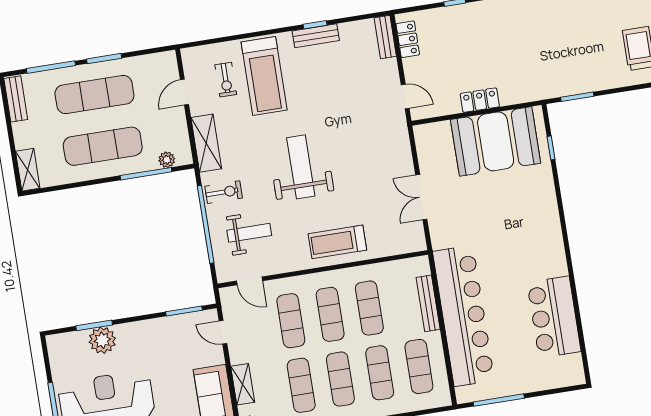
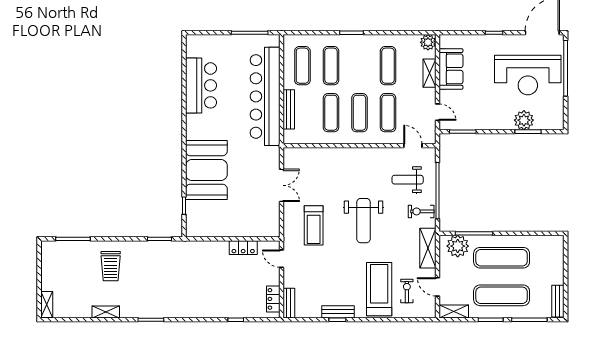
door: (184, 92) -> (438, 287), swing flipped
locker: (480, 100) -> (243, 248), moved
booth: (496, 141) -> (206, 170), moved, turned 90
plant: (167, 160) -> (458, 246), width x1.88, depth x1.88
shelving: (28, 170) -> (454, 311), moved, turned 90
treadmill: (337, 242) -> (314, 225), moved, turned 90
exercise mat: (340, 379) -> (360, 66), removed

